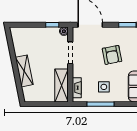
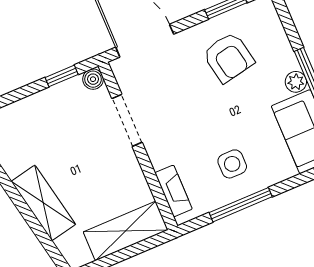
armchair: (112, 55) -> (228, 57), moved
shelving: (62, 85) -> (126, 231), moved, turned 90

